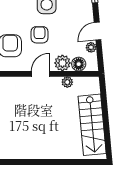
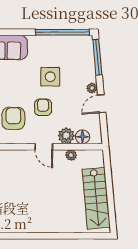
plant: (91, 47) -> (92, 88), moved
door: (40, 74) -> (44, 147), swing flipped

